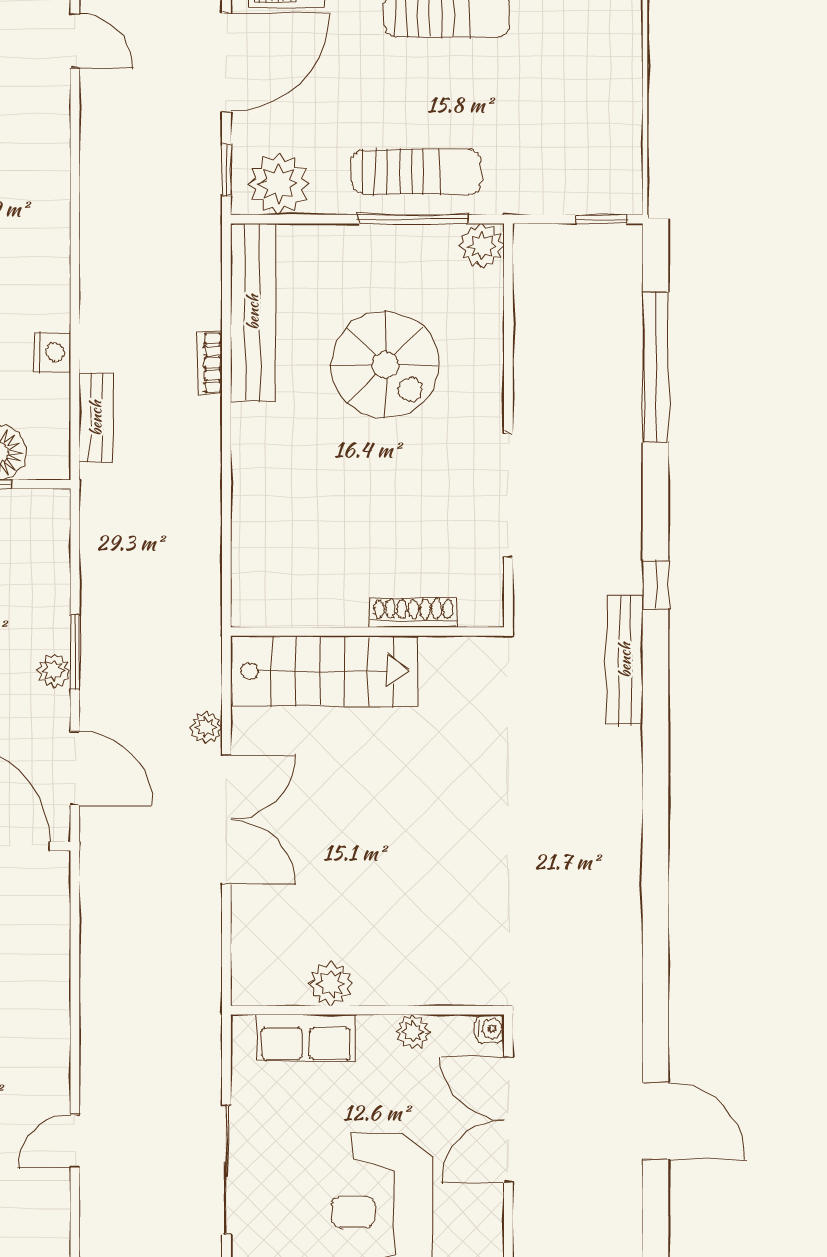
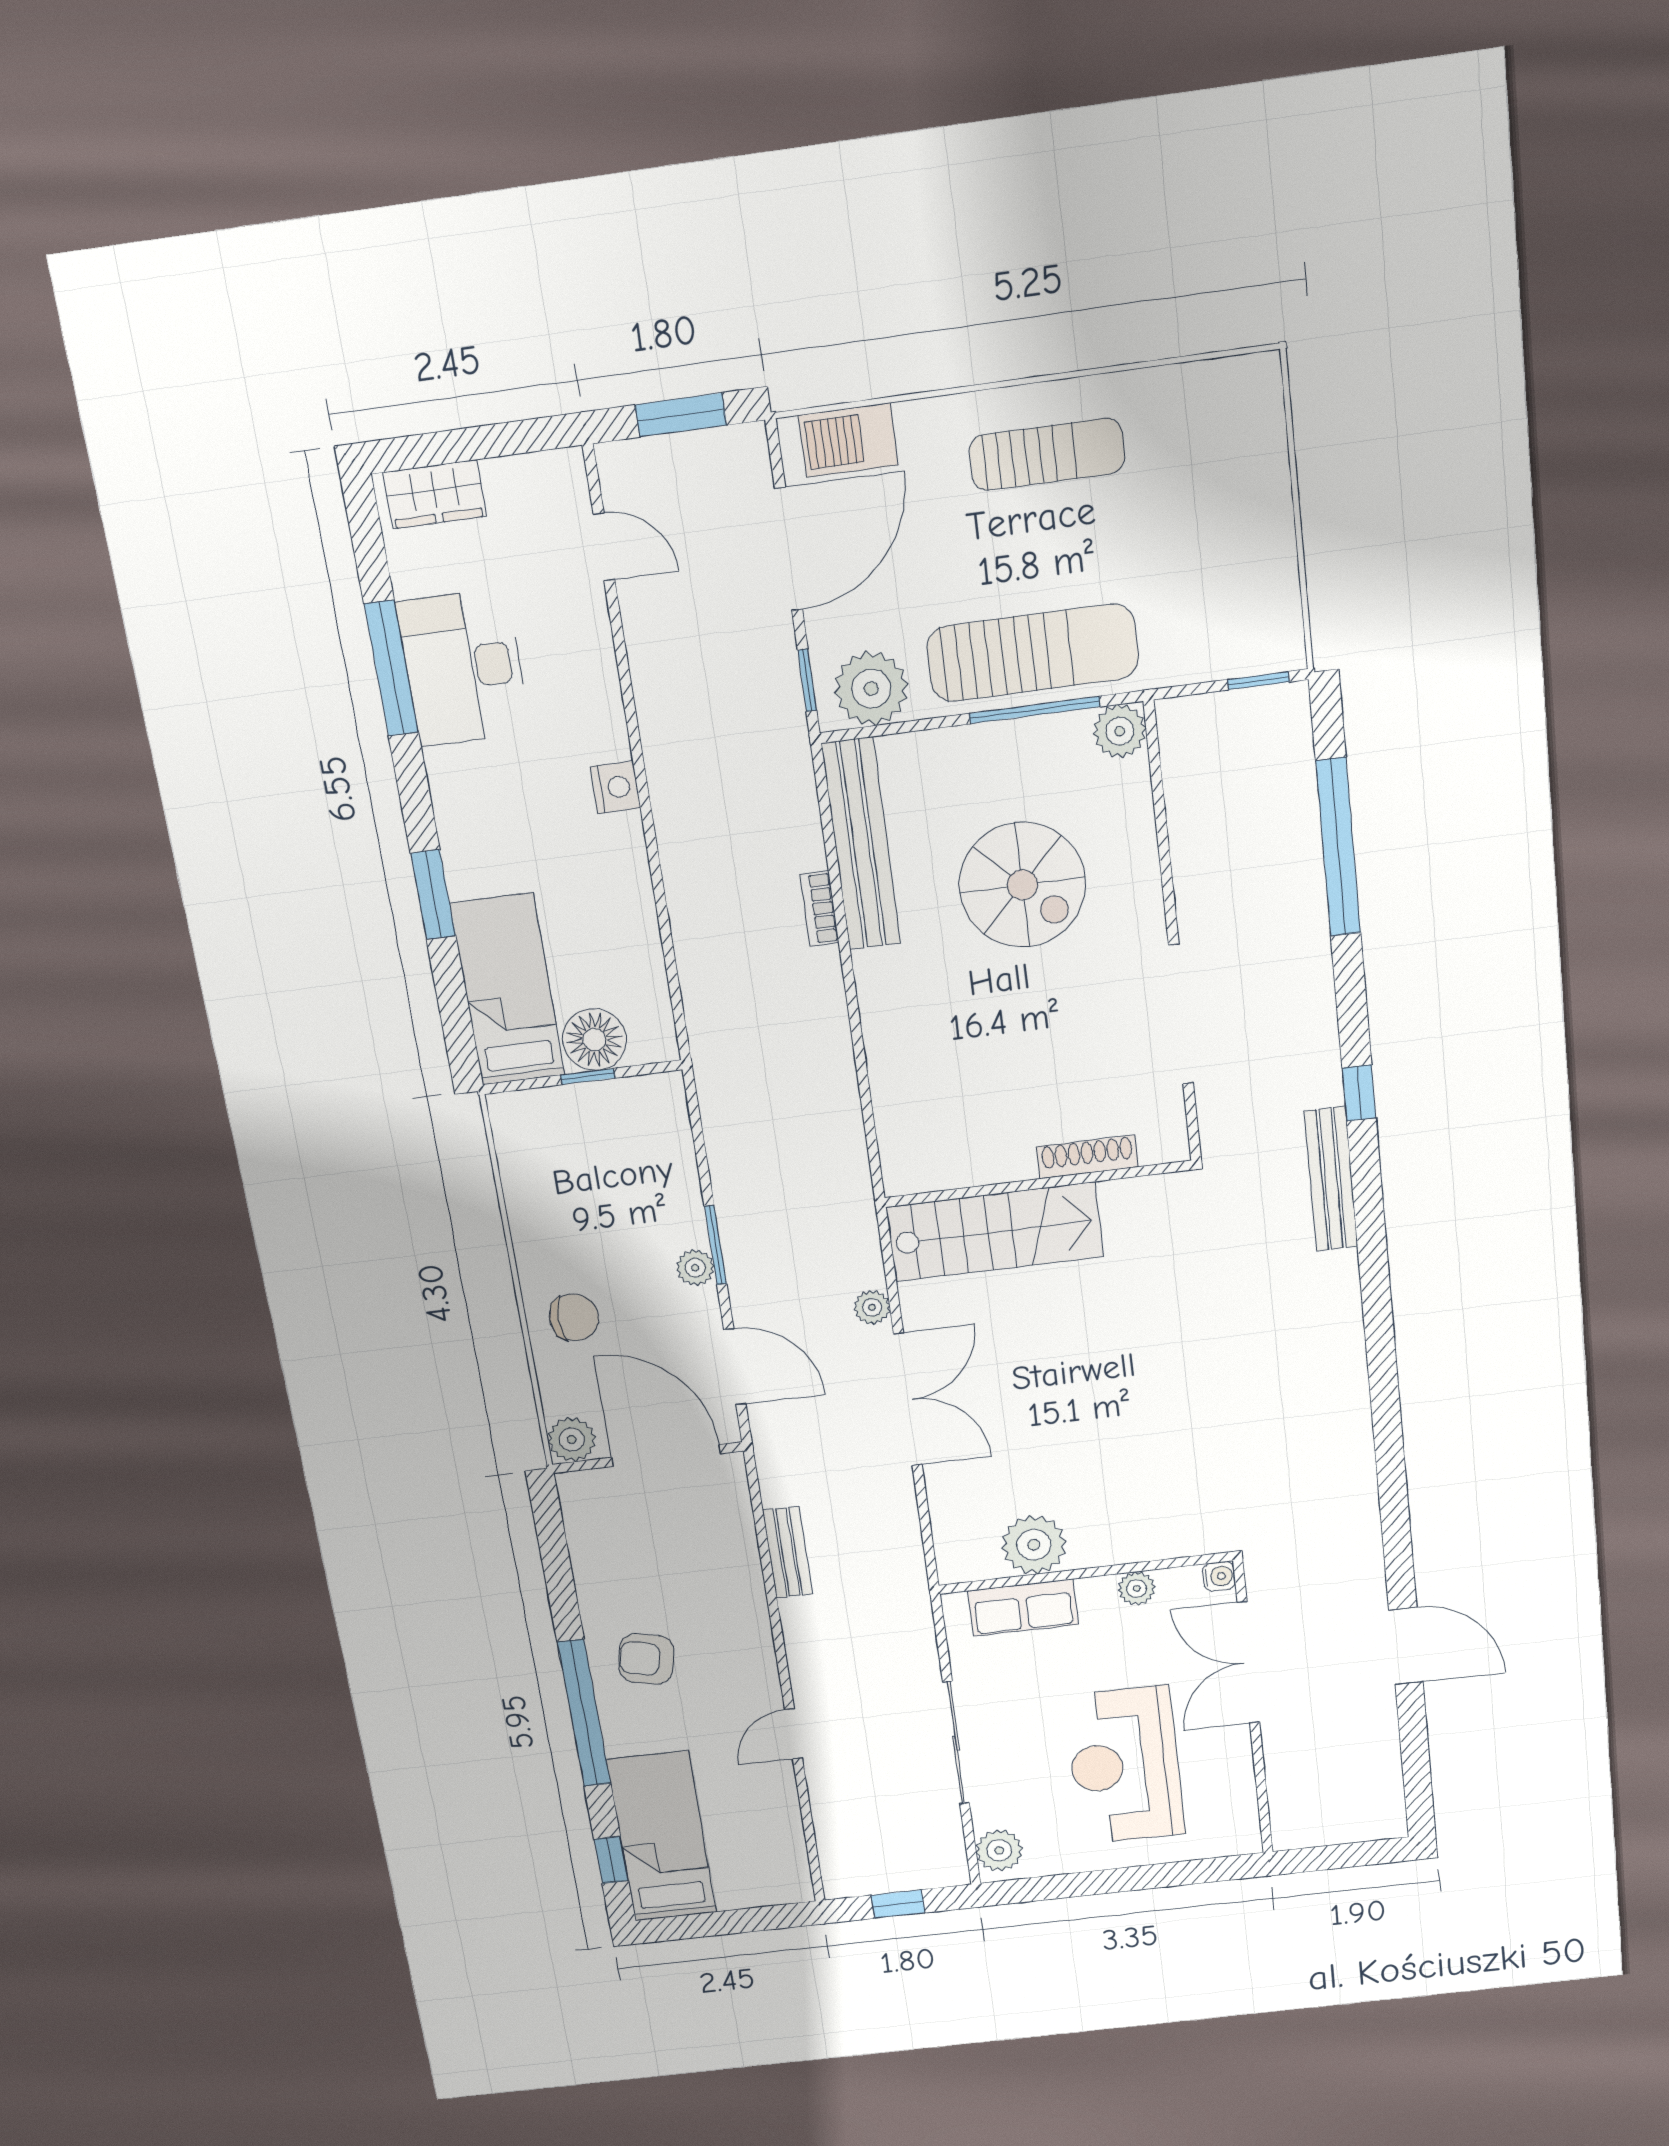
sun lounger: (417, 172) -> (1033, 653), width x1.36, depth x1.34
nightstand: (52, 352) -> (615, 787), moved
bench: (96, 418) -> (788, 1552), moved
plant: (331, 984) -> (1034, 1545), width x1.36, depth x1.36

